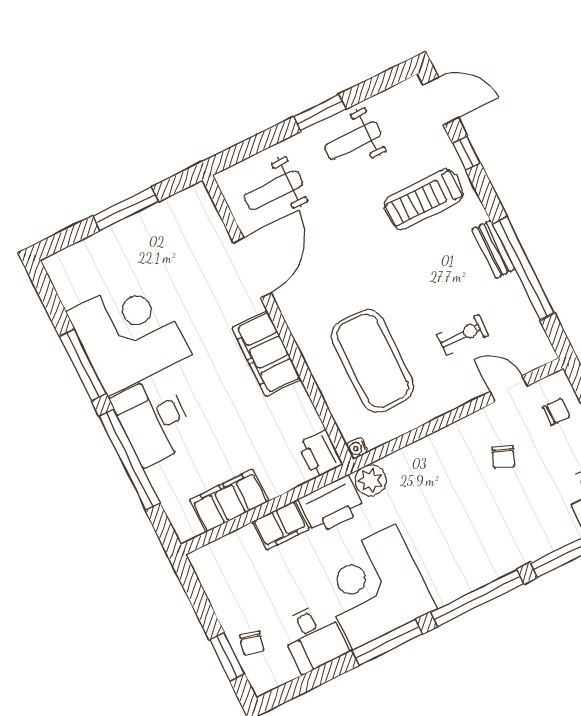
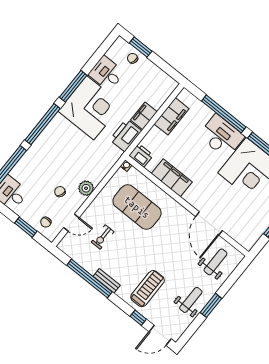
filing cabinet: (266, 353) -> (172, 178), moved
plant: (371, 480) -> (86, 188), moved

